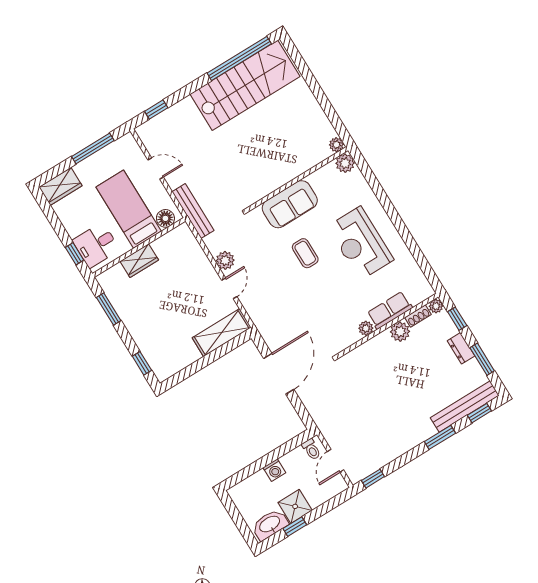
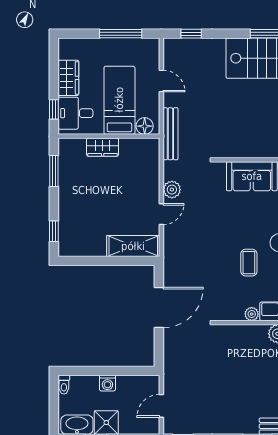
wardrobe: (60, 186) -> (68, 78), moved, turned -90
coffee table: (305, 253) -> (249, 263), moved
toilet: (311, 449) -> (64, 385), moved

